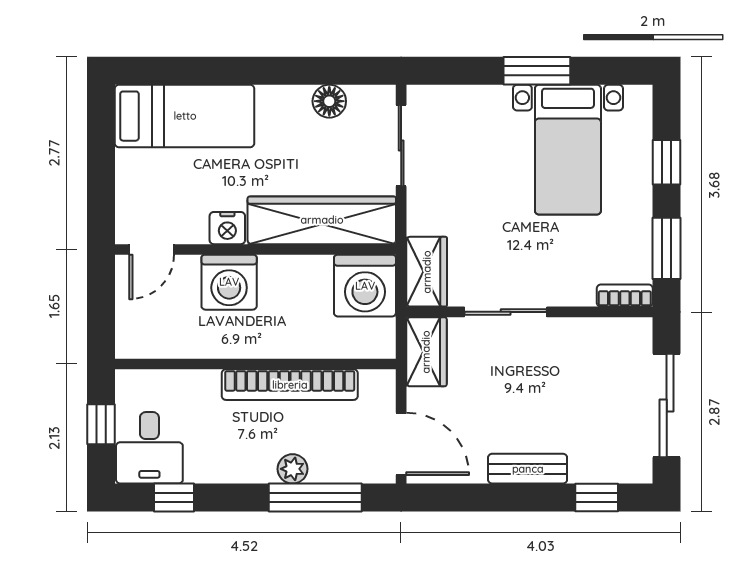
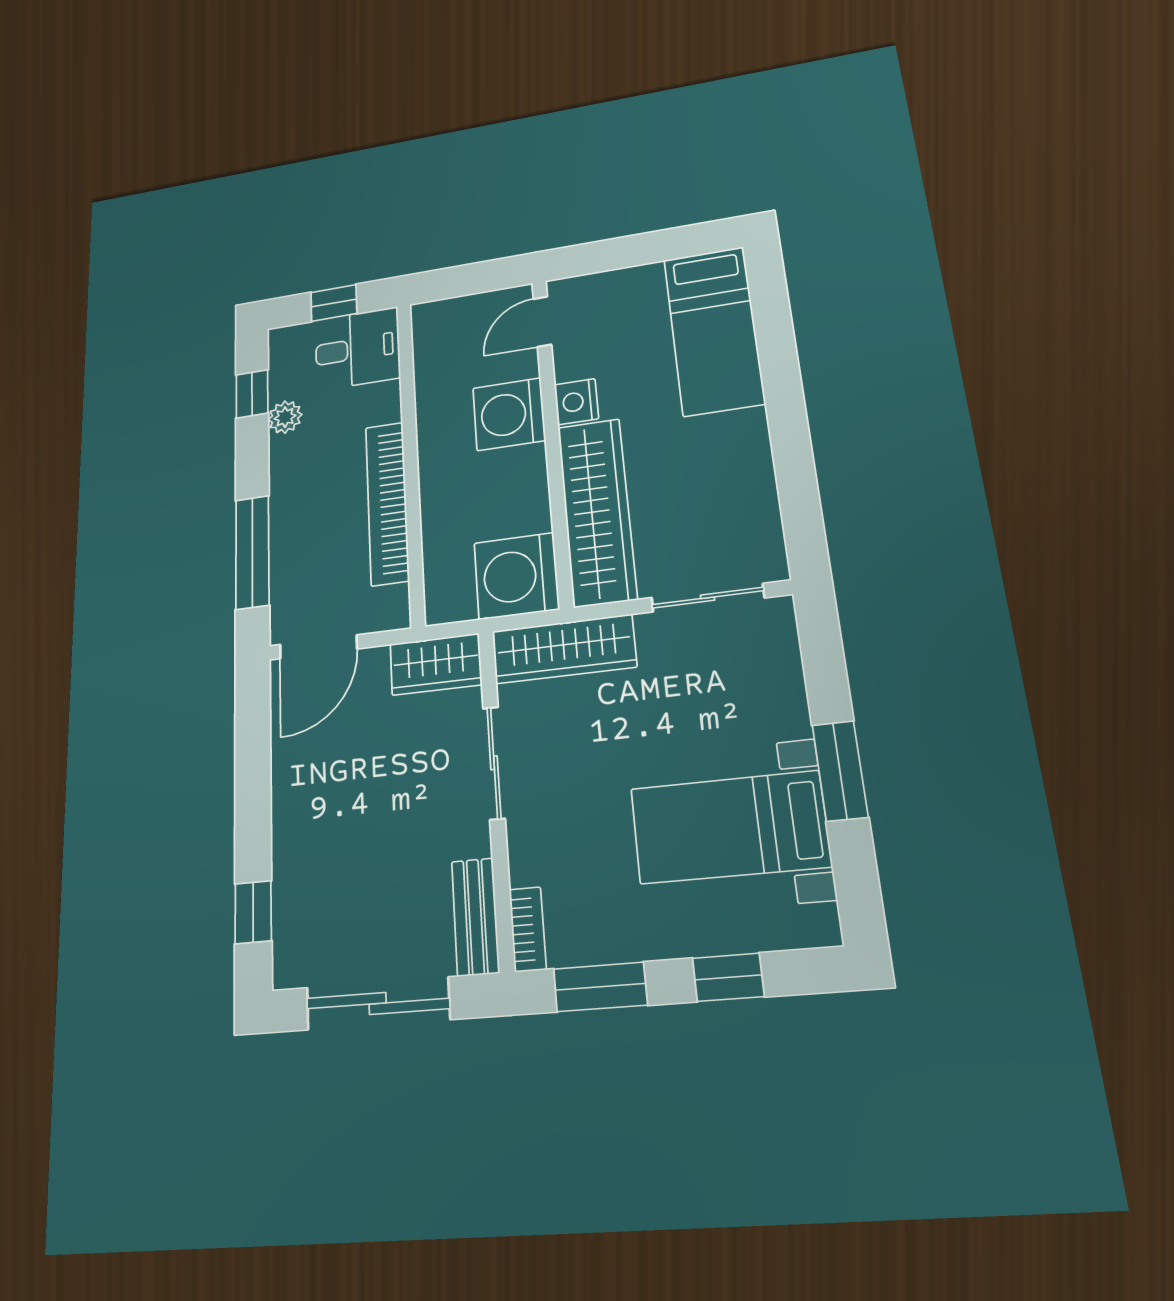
floor lamp: (329, 101) -> (757, 499), removed
door: (152, 249) -> (542, 322), hinge flipped
wardrobe: (427, 272) -> (564, 649), width x1.50
desk: (149, 448) -> (357, 349), moved, turned 180
plant: (293, 469) -> (285, 417), moved
bench: (528, 469) -> (475, 917), moved

